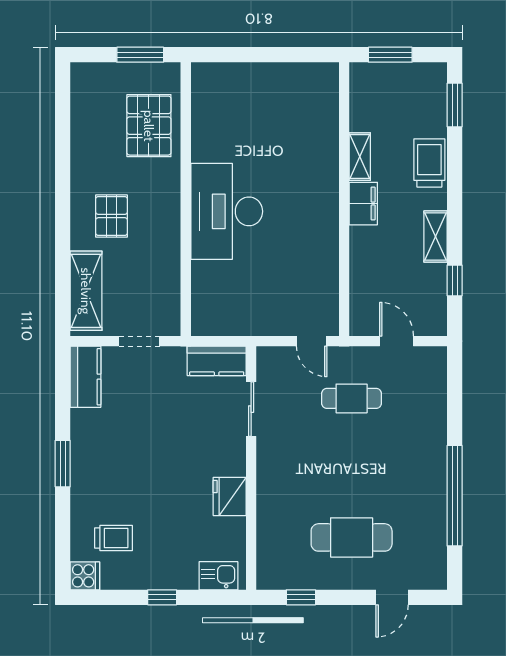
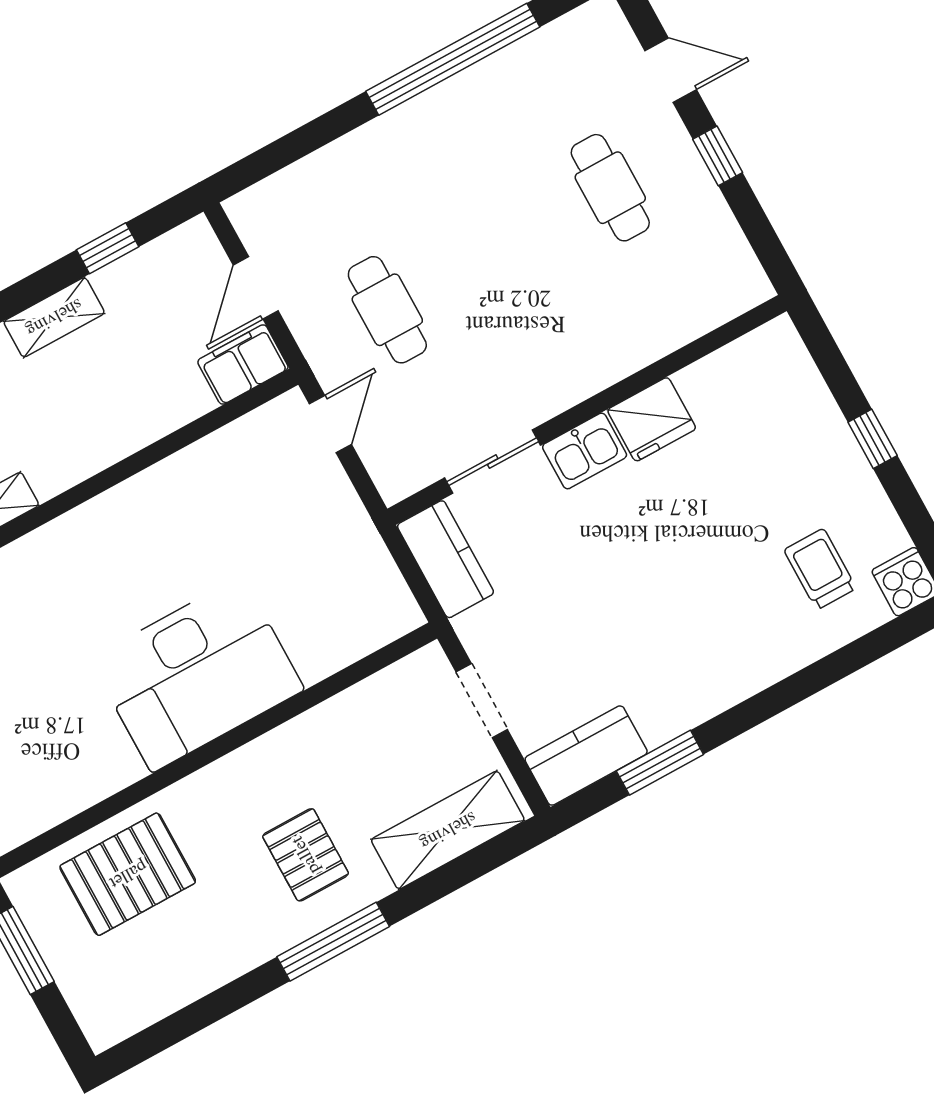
filing cabinet: (363, 204) -> (243, 365), moved
window: (63, 206) -> (333, 942), added
pallet: (112, 216) -> (306, 855), turned 90
window: (63, 464) -> (660, 763), moved
cafe table: (352, 537) -> (610, 188), width x0.73, depth x0.74
kitchen sink: (218, 576) -> (585, 451), moved, turned -90
window: (301, 597) -> (718, 156), moved

